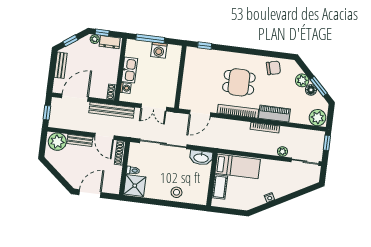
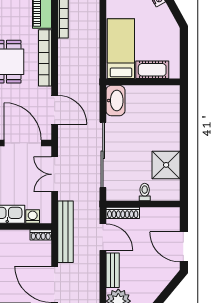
door: (179, 88) -> (23, 143), added
double door: (154, 108) -> (55, 174), swing flipped
door: (104, 136) -> (103, 237), hinge flipped
shower: (135, 186) -> (166, 165), moved
stool: (176, 192) -> (167, 128), removed

